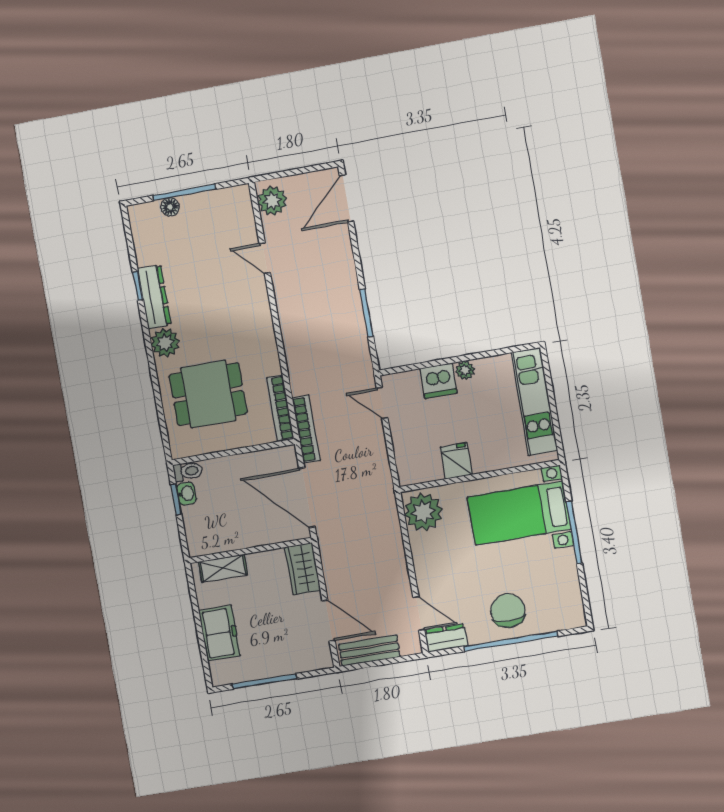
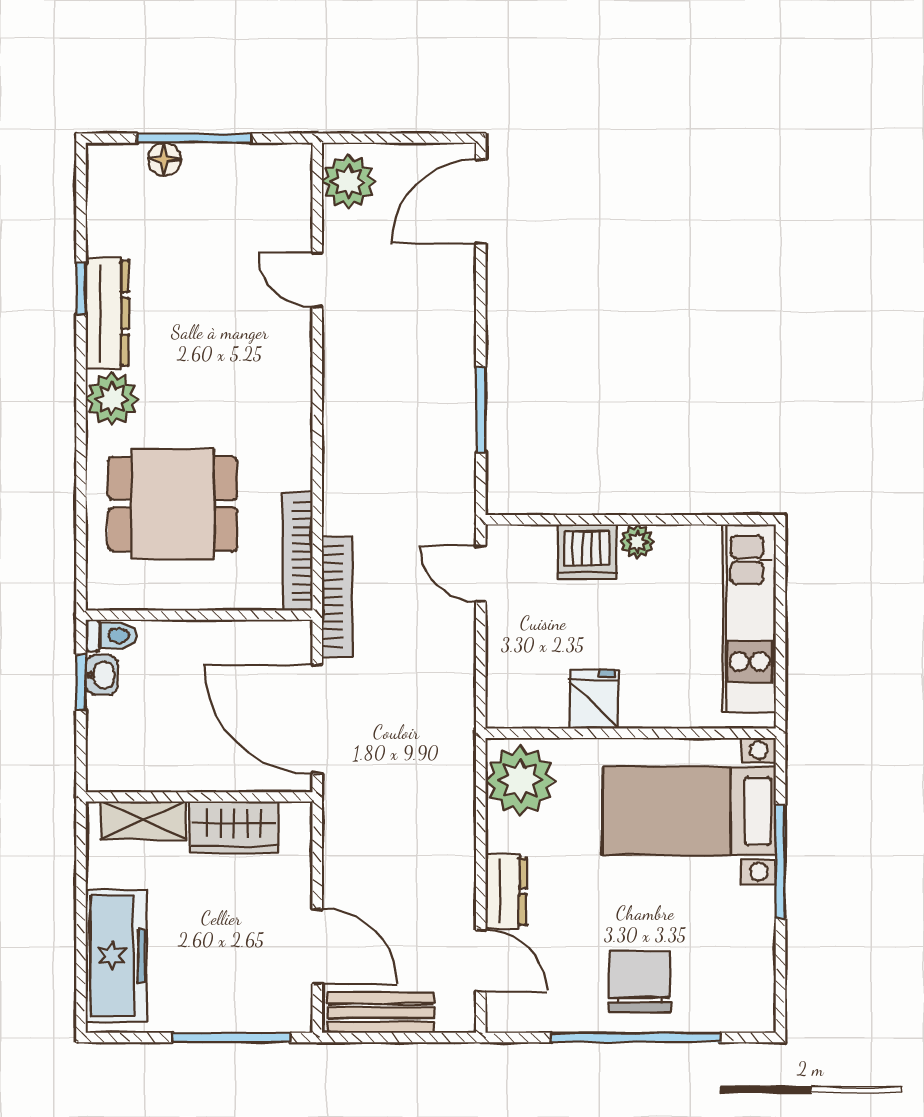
wardrobe: (303, 569) -> (234, 827), moved, turned -90
freezer: (219, 633) -> (116, 956), width x1.40
dresser: (446, 638) -> (506, 891), moved, turned 90
window: (265, 681) -> (231, 1038), moved

